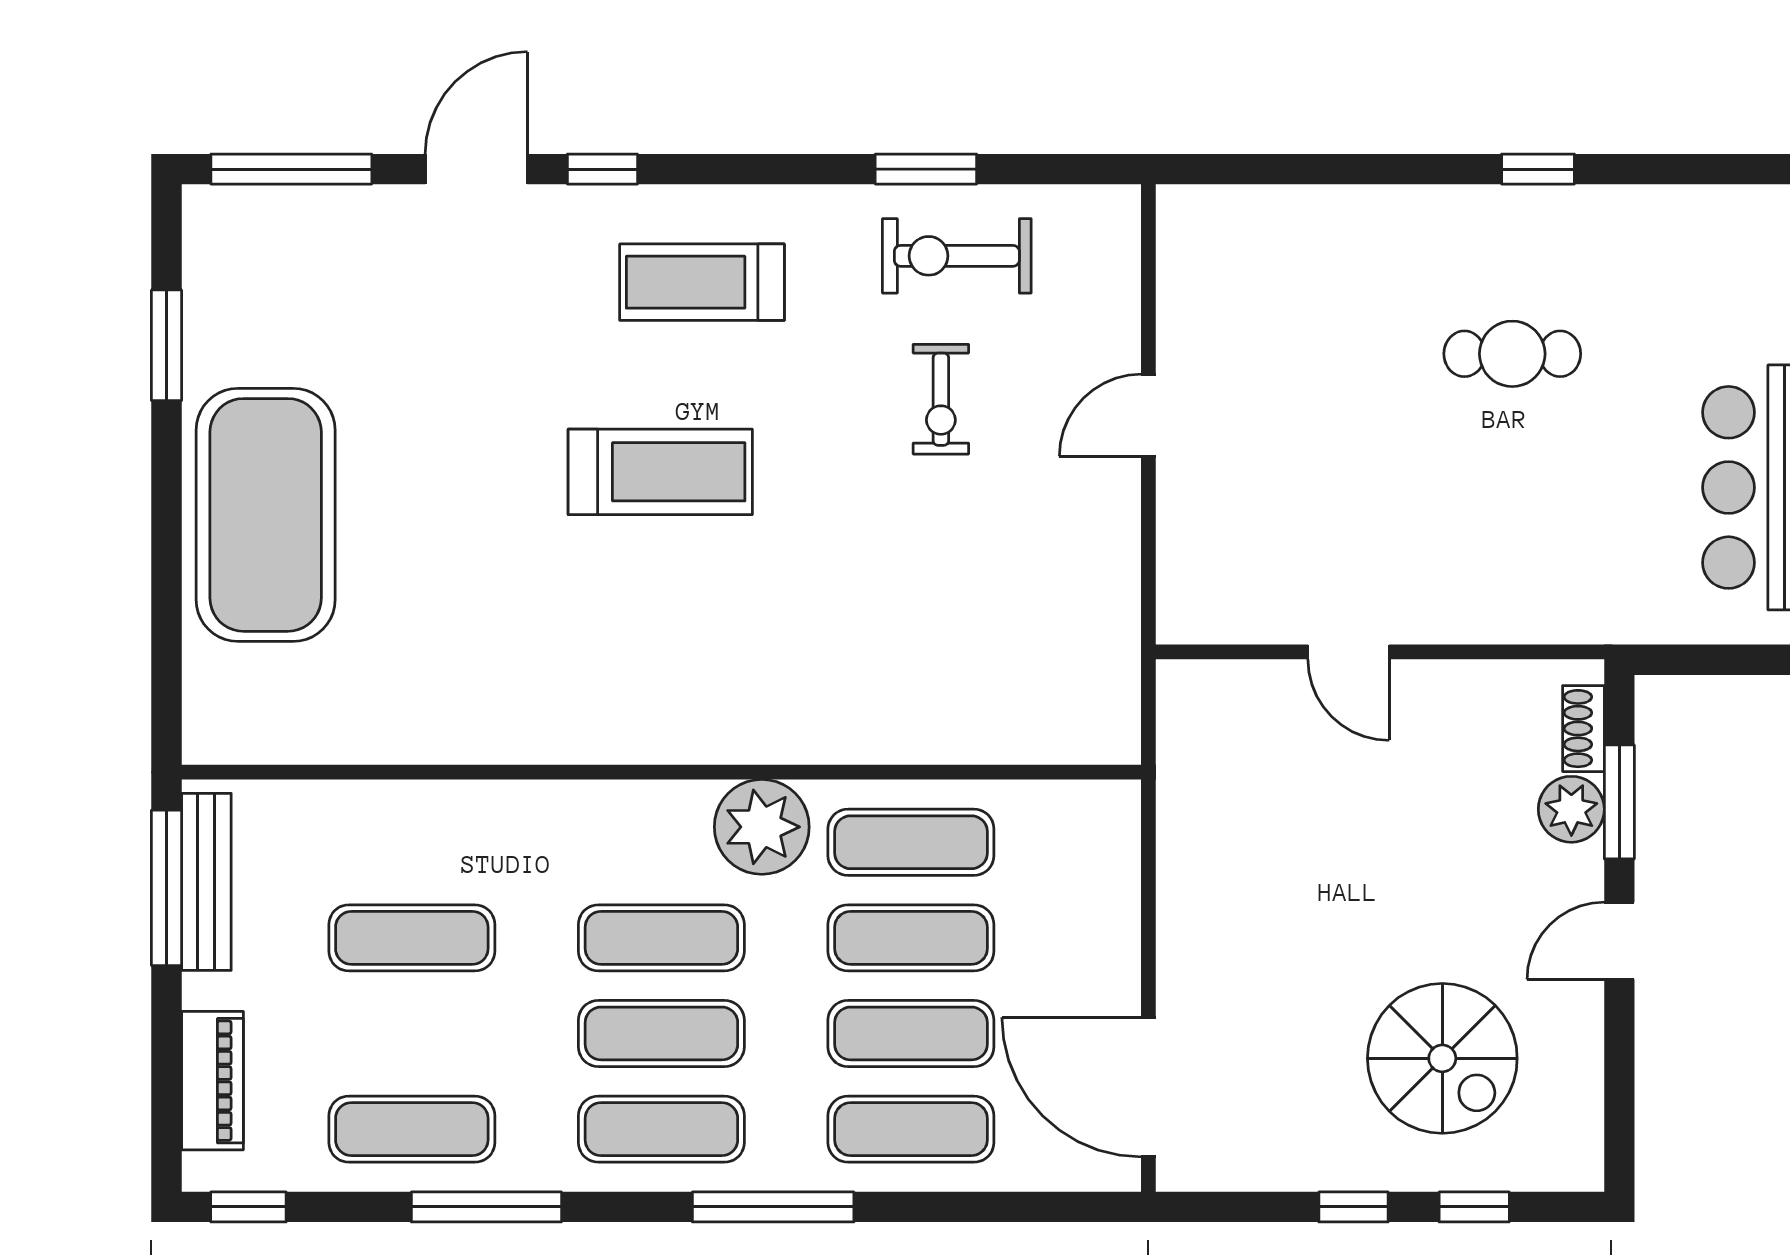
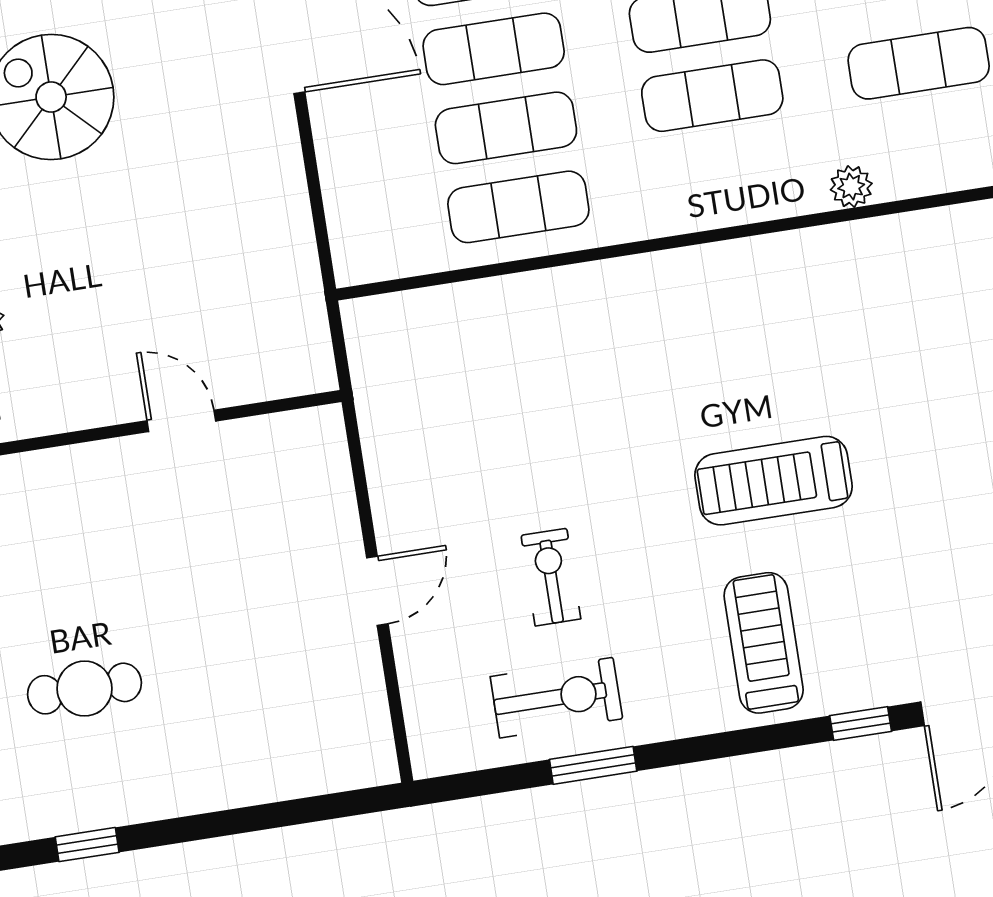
treadmill: (702, 282) -> (764, 643), turned -90
plant: (762, 827) -> (851, 187), moved, width x0.53, depth x0.53

